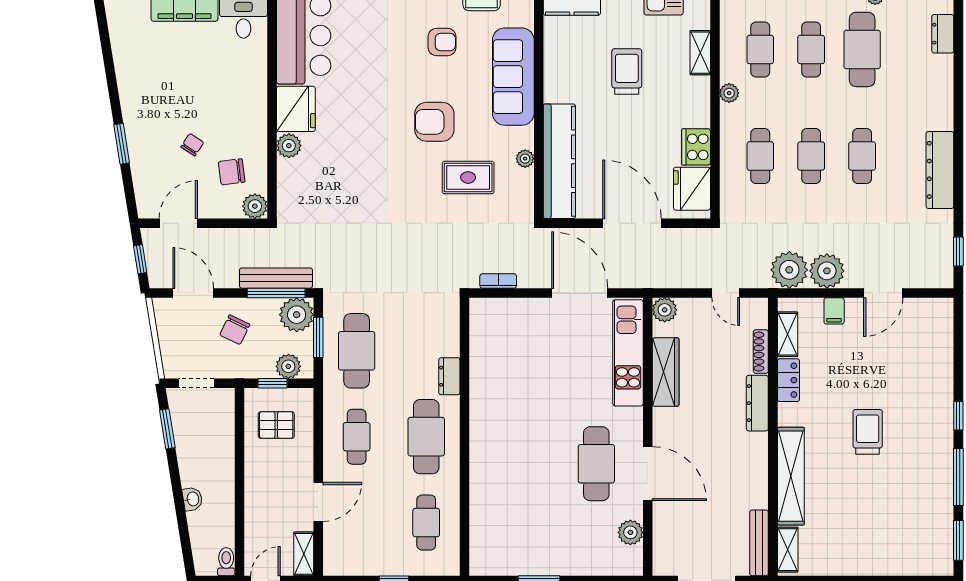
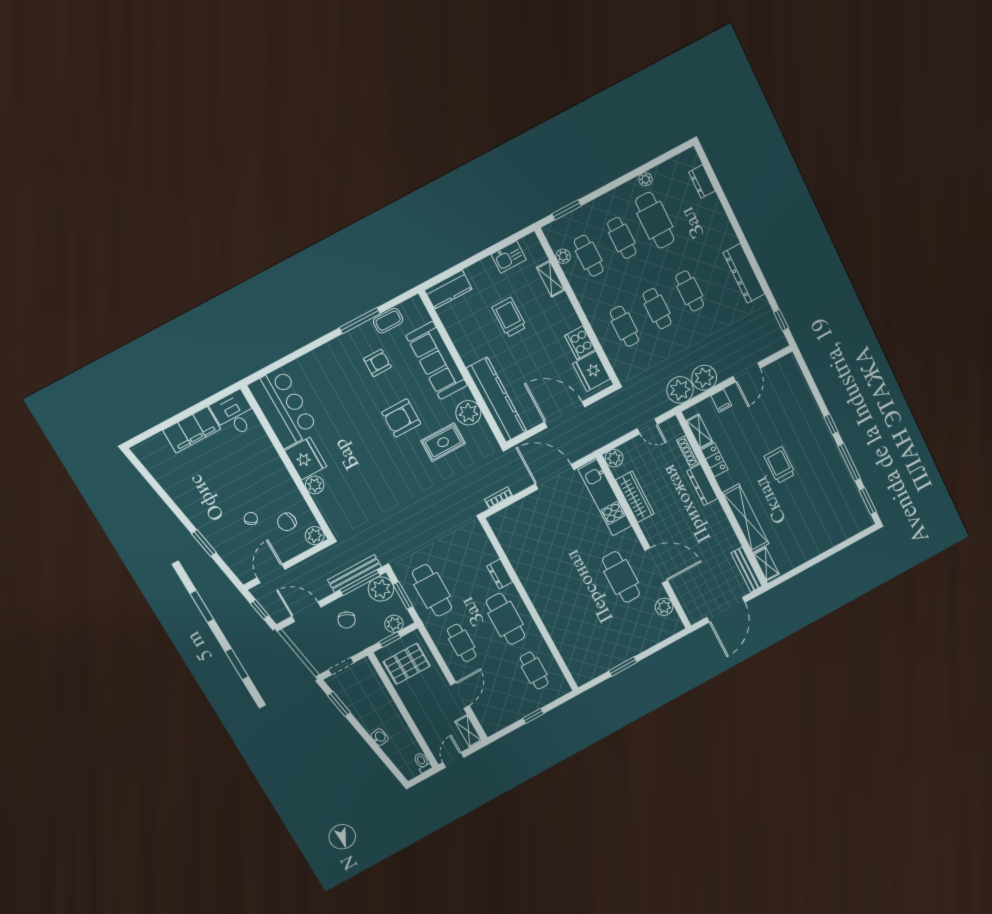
plant: (729, 93) -> (563, 256), moved
plant: (525, 159) -> (468, 413), width x1.88, depth x1.88
pallet: (276, 425) -> (407, 664), width x1.50, depth x1.42

